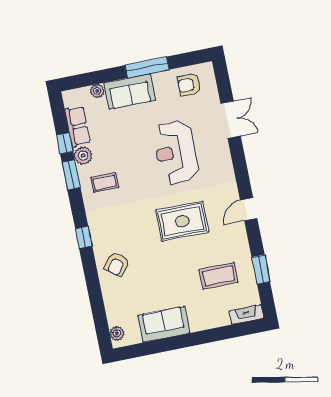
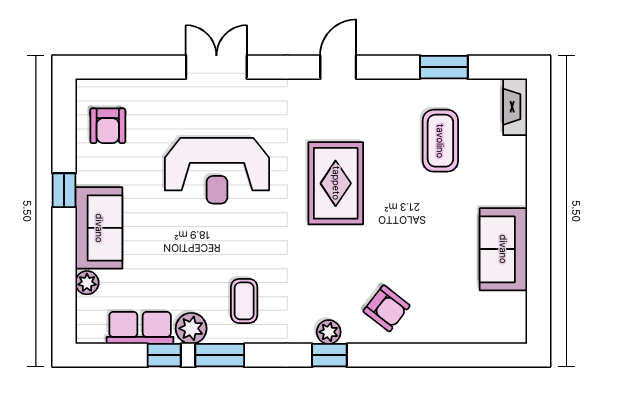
window: (147, 67) -> (64, 190), width x0.46
double door: (231, 120) -> (216, 67), moved
door: (249, 209) -> (338, 67), swing flipped
plant: (117, 333) -> (329, 332), moved

